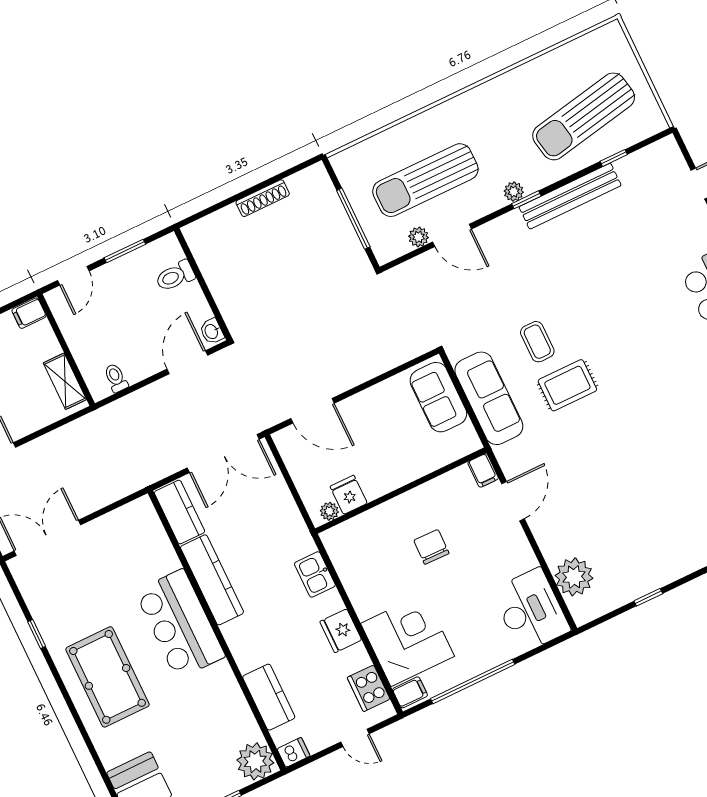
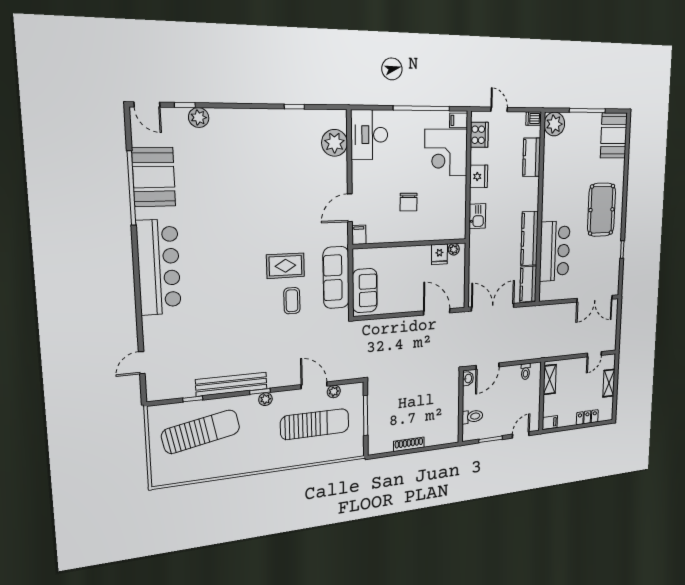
bar counter: (180, 624) -> (555, 251), moved

